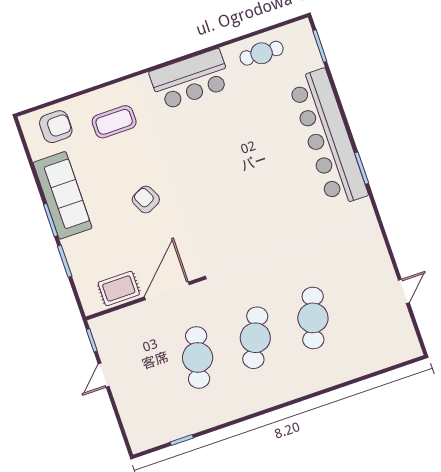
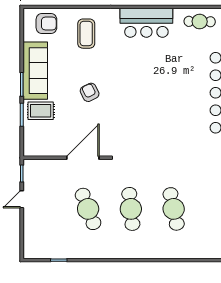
coffee table: (114, 122) -> (86, 34), turned 90
rug: (119, 288) -> (41, 111), moved
cafe table: (313, 318) -> (174, 209), turned -30
cafe table: (255, 338) -> (131, 209), turned -30
cafe table: (198, 357) -> (88, 209), turned -36

